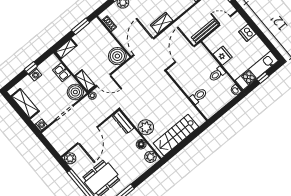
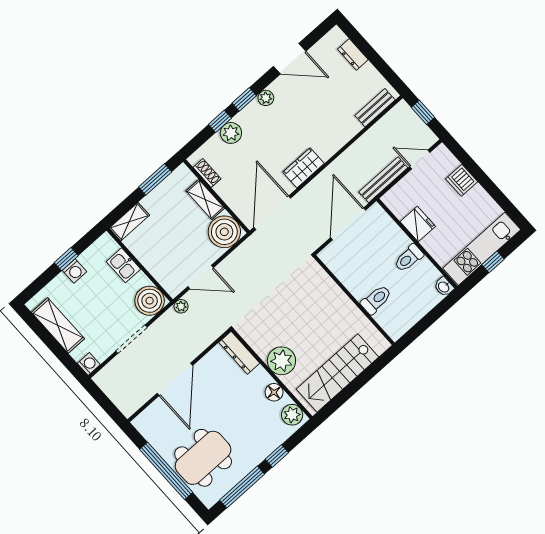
shelving: (85, 81) -> (205, 199), moved
plant: (70, 158) -> (144, 423), removed
window: (141, 179) -> (277, 456), added

